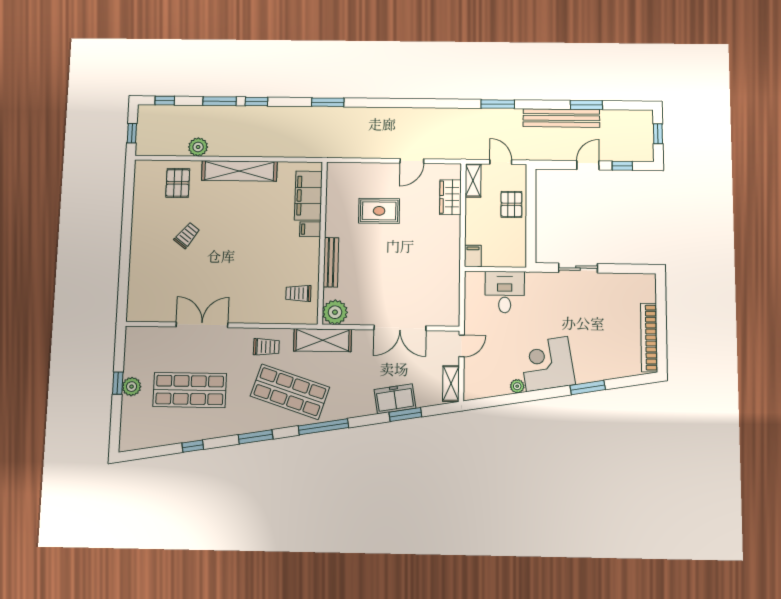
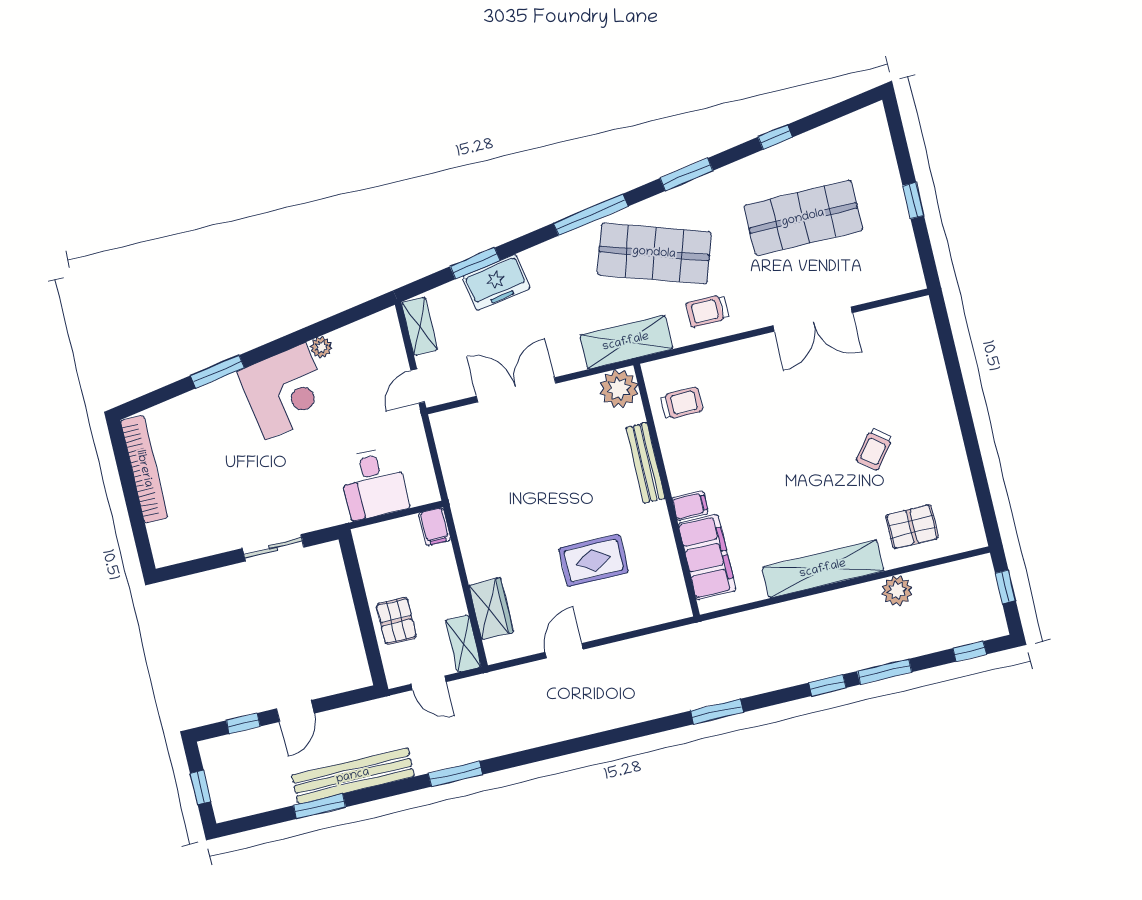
pallet: (178, 183) -> (912, 527), turned 90
plant: (132, 387) -> (891, 201), removed

